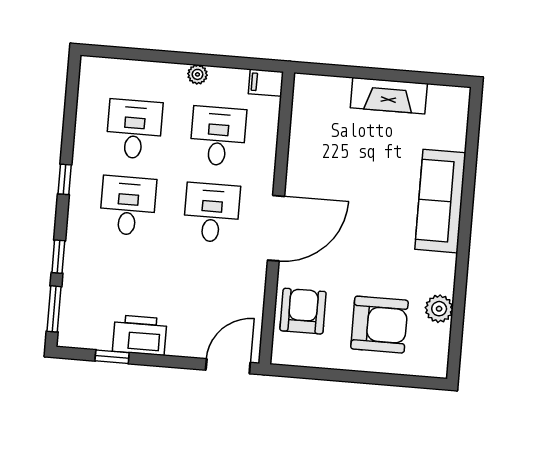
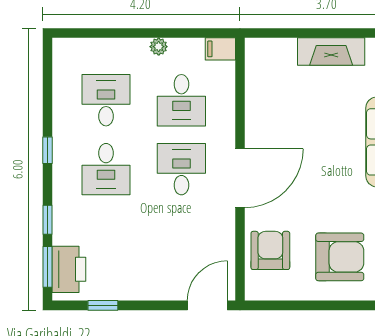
desk: (218, 136) -> (181, 100), turned 180
desk: (128, 206) -> (106, 169), turned 180
printer: (140, 335) -> (69, 269), moved, turned 90

